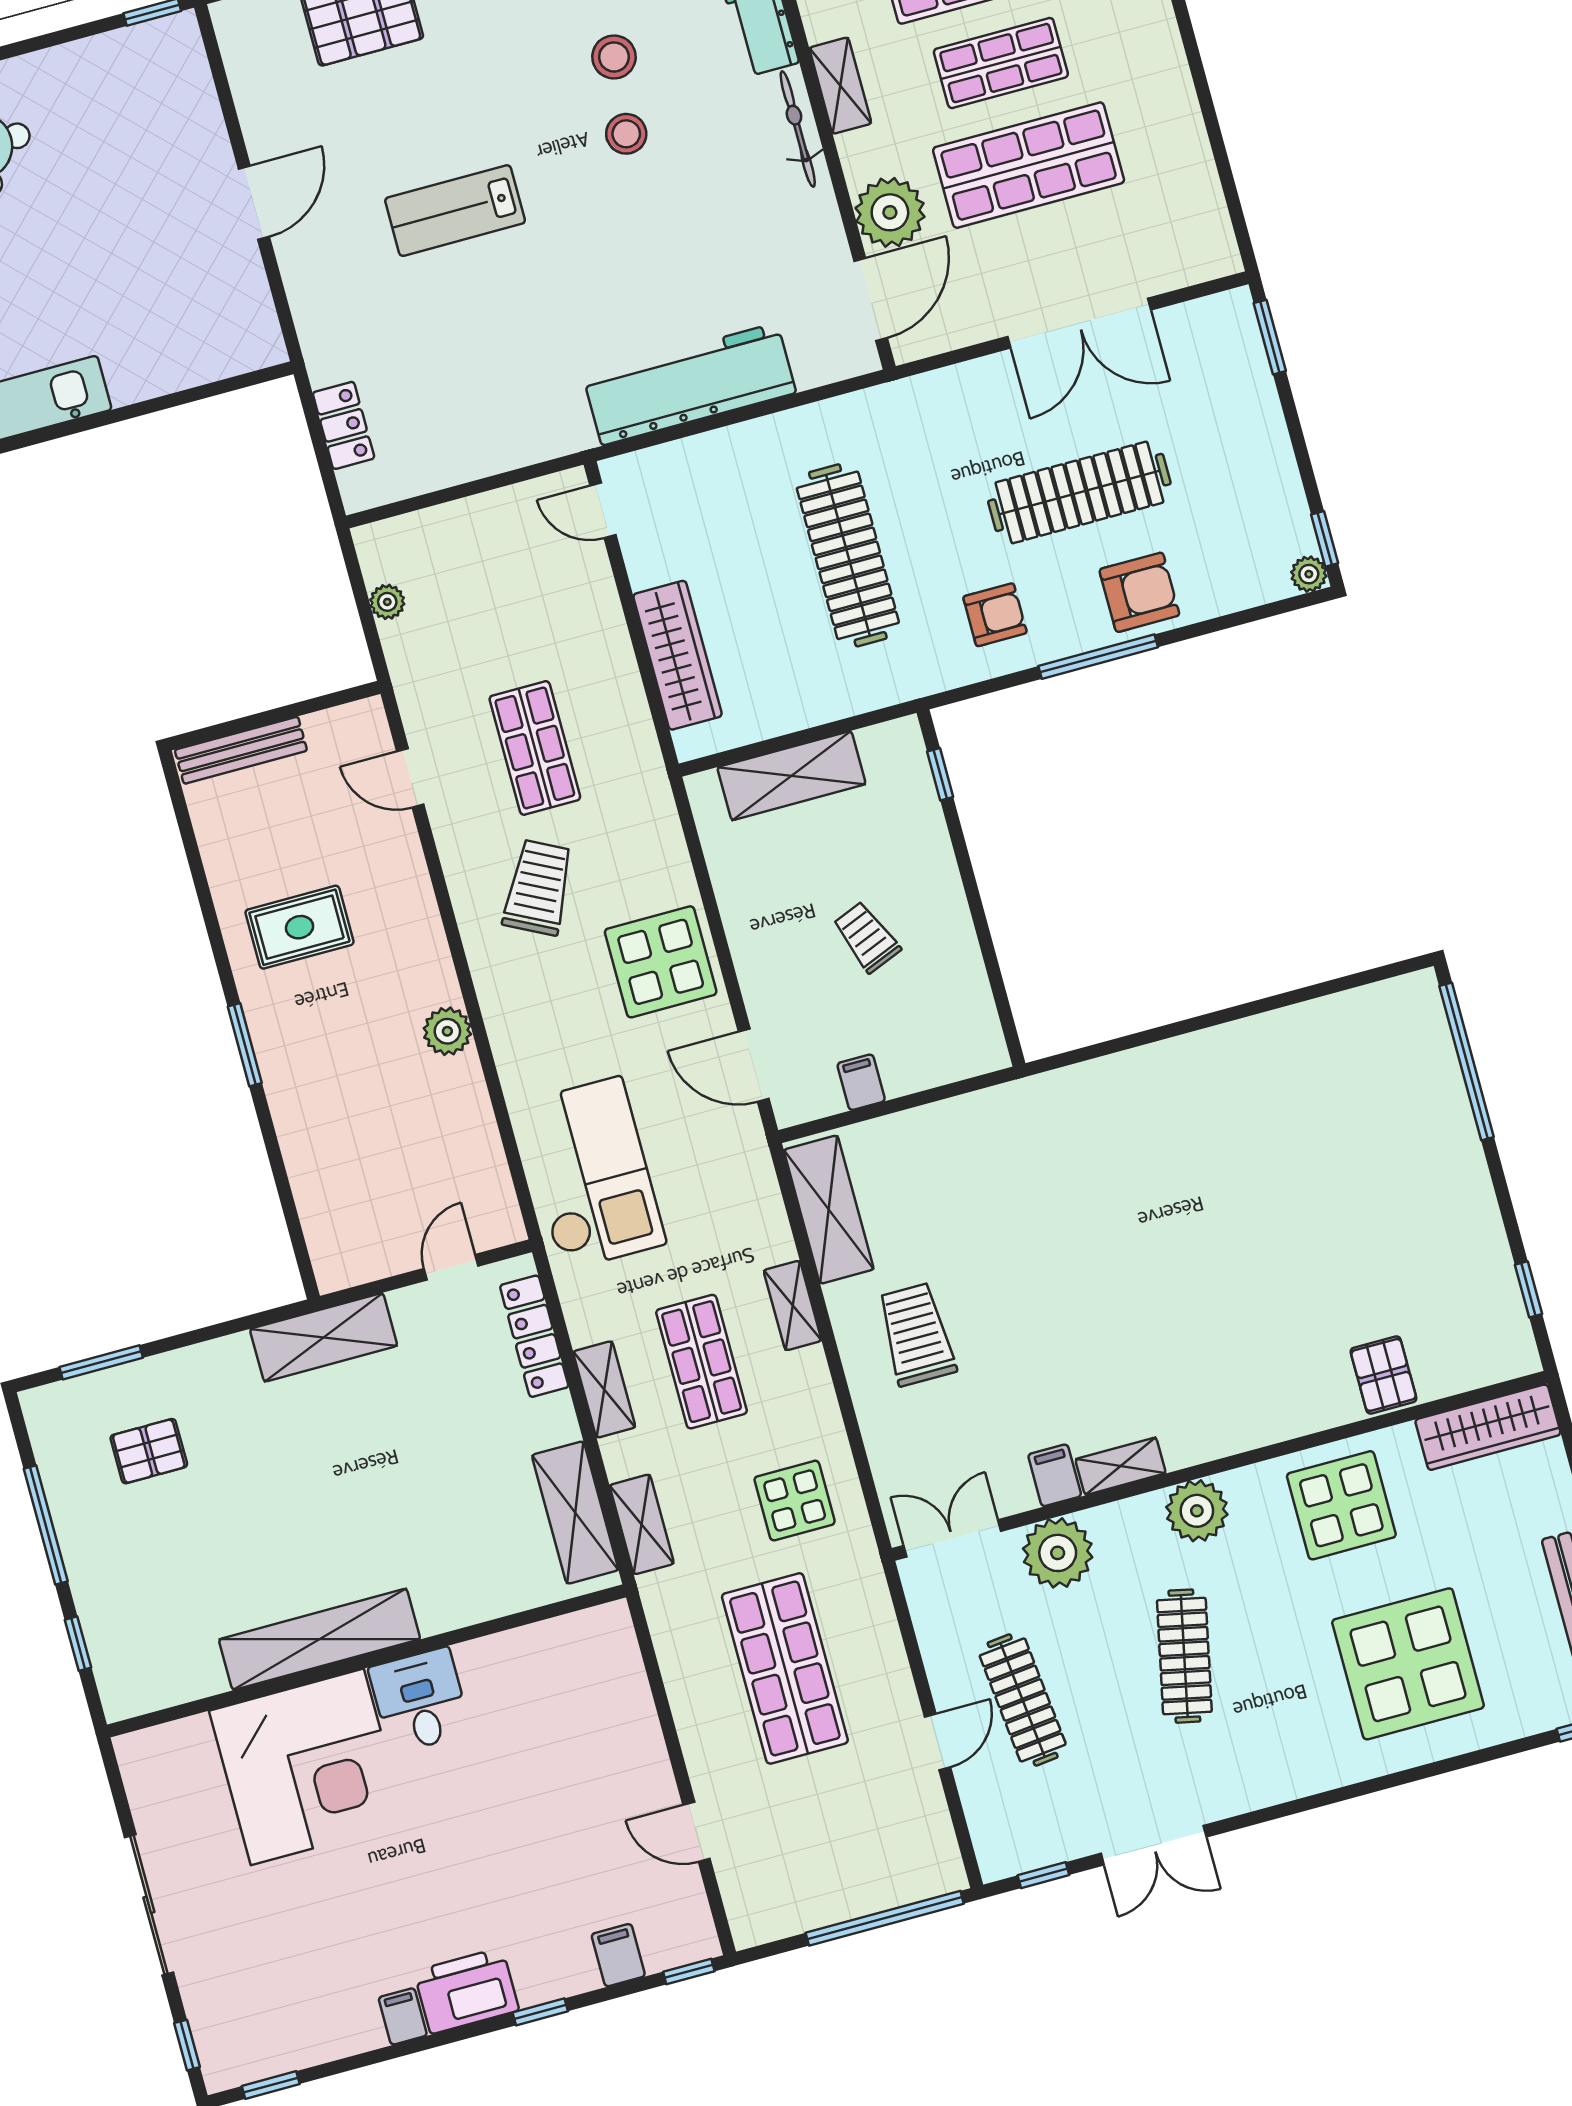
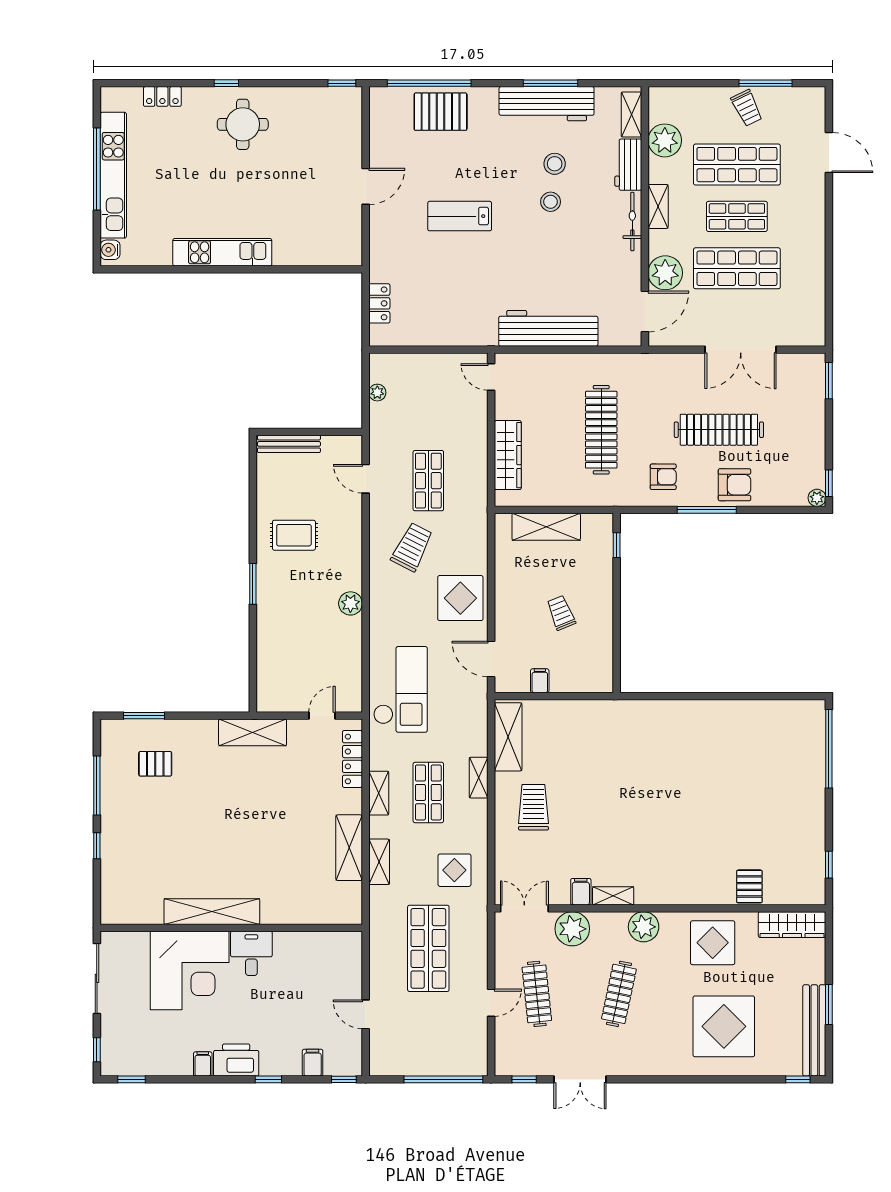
shelving: (320, 1639) -> (212, 912), moved
wall: (366, 1661) -> (231, 928), moved
desk: (420, 1700) -> (251, 953), moved
corner desk: (307, 1767) -> (190, 970), moved

